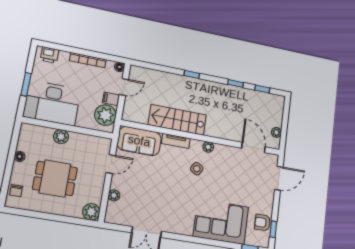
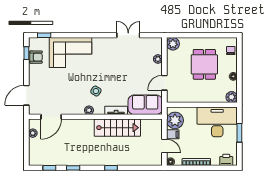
door: (124, 87) -> (164, 146), swing flipped
plant: (61, 137) -> (232, 97), moved
door: (253, 147) -> (51, 117), hinge flipped
dining table: (55, 178) -> (204, 64), turned 90

